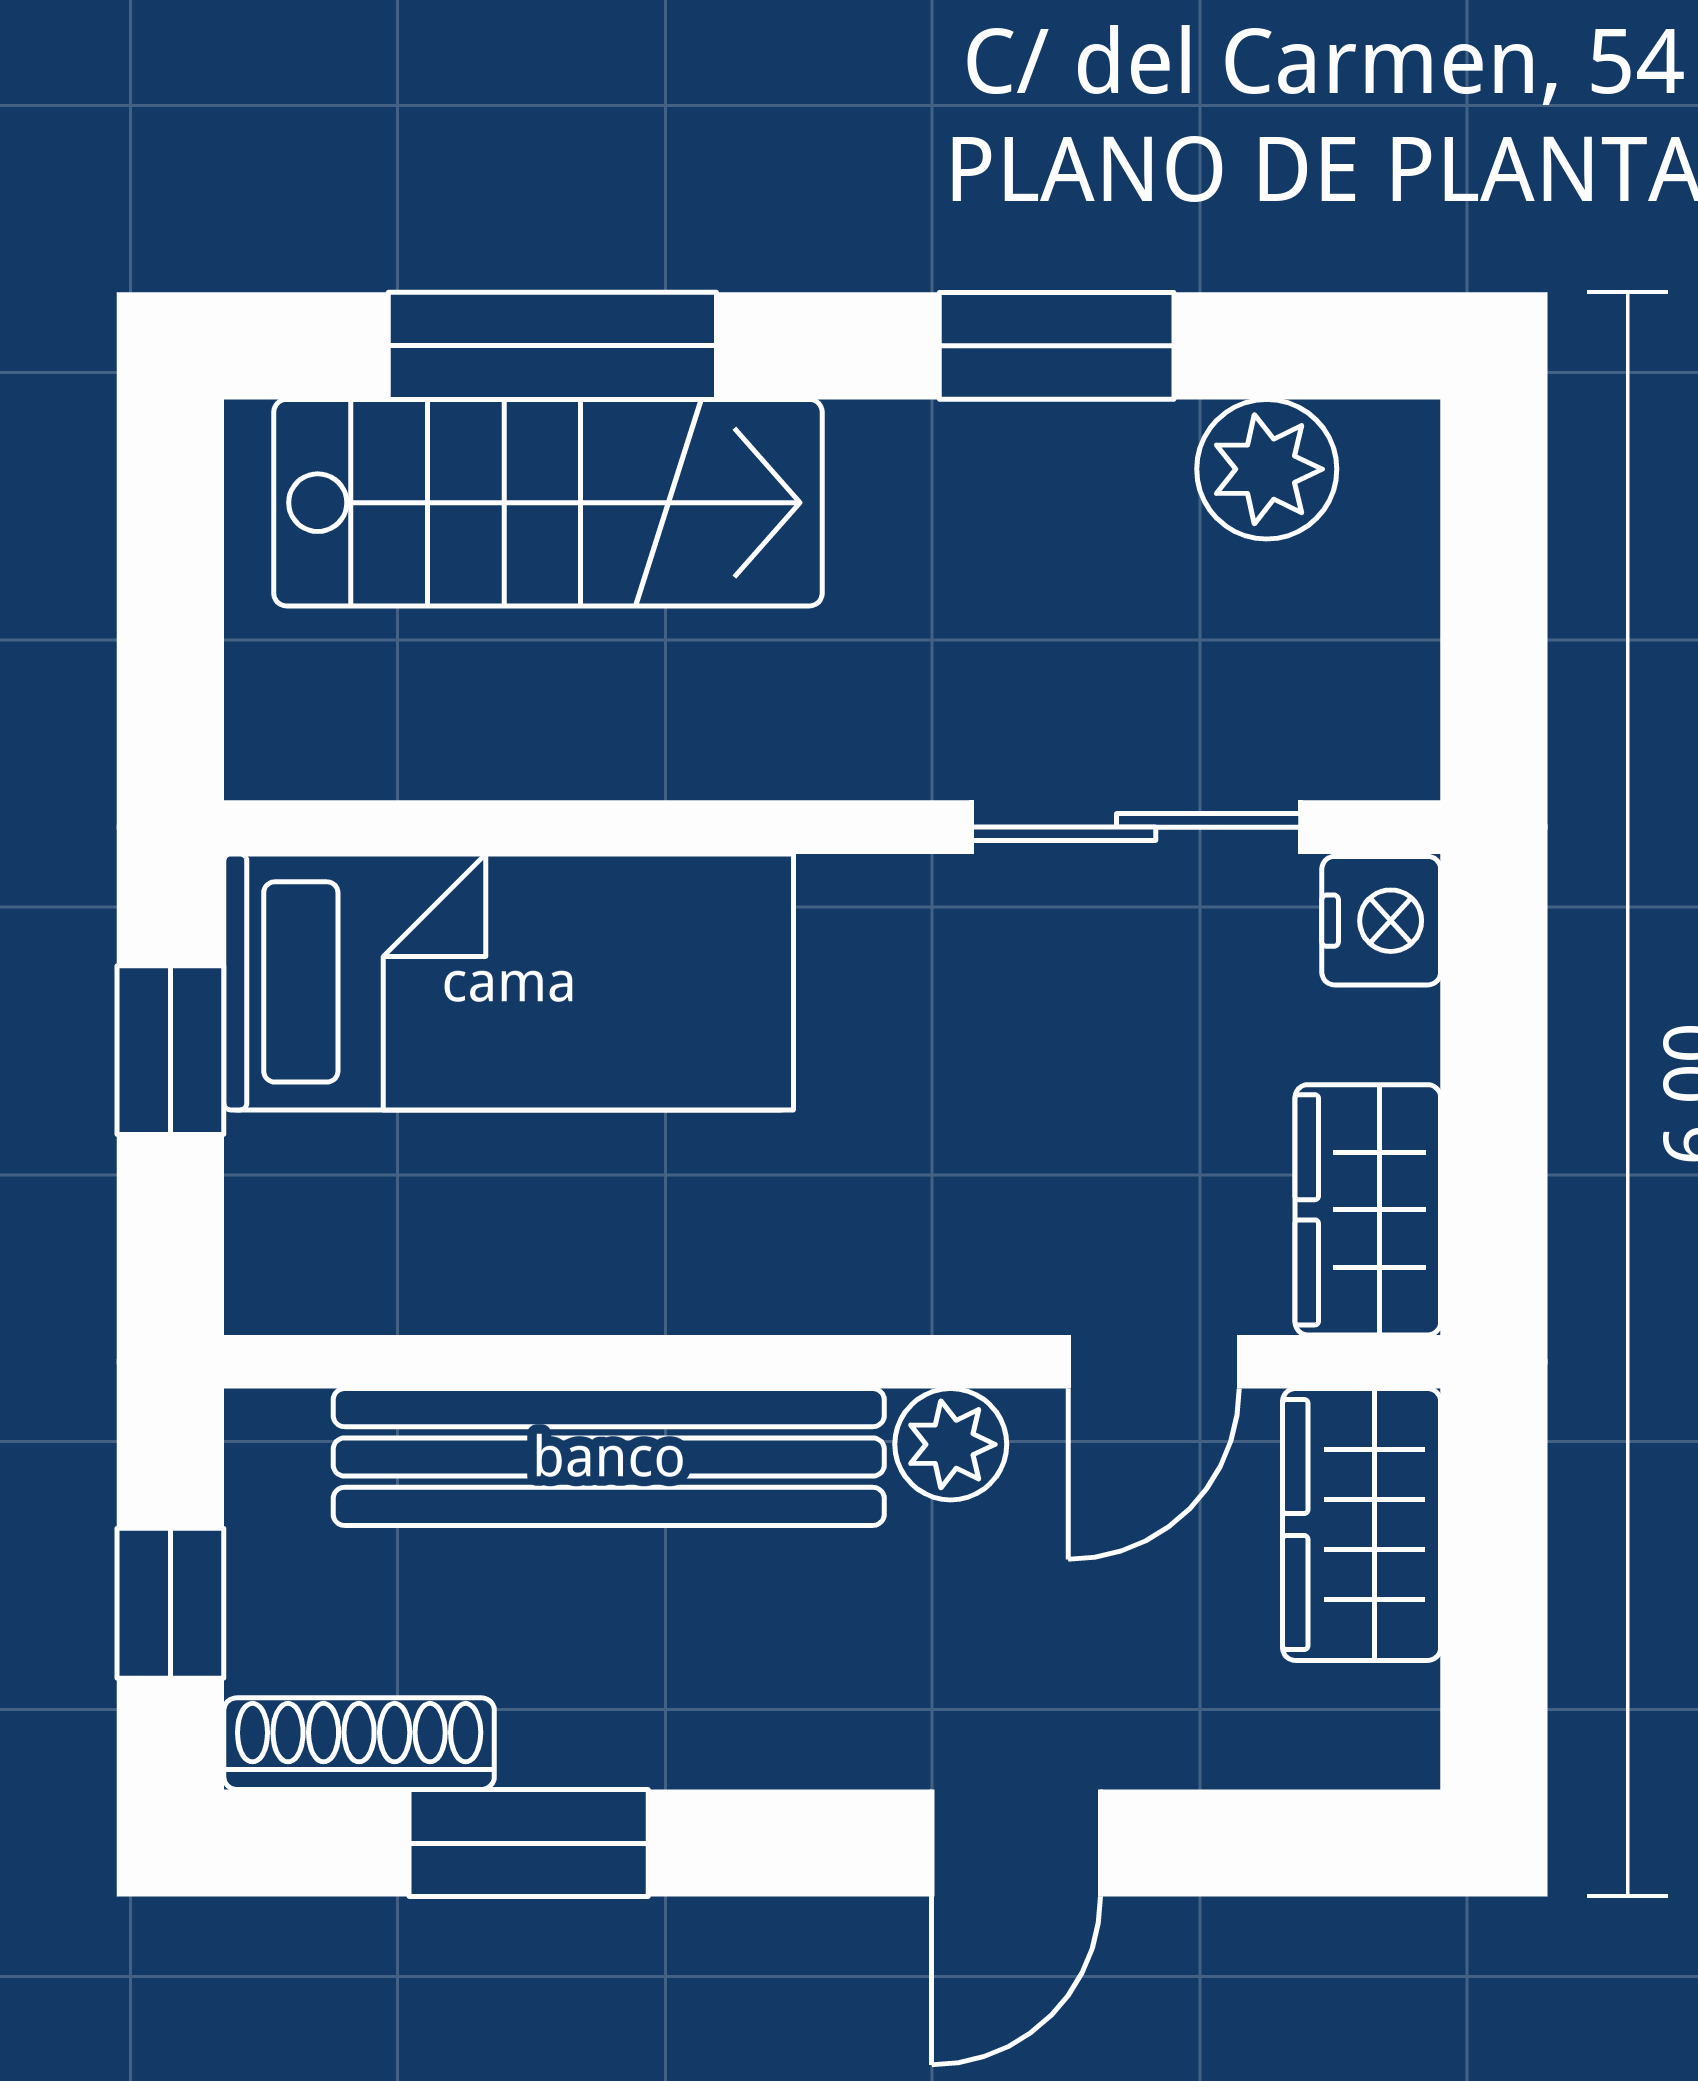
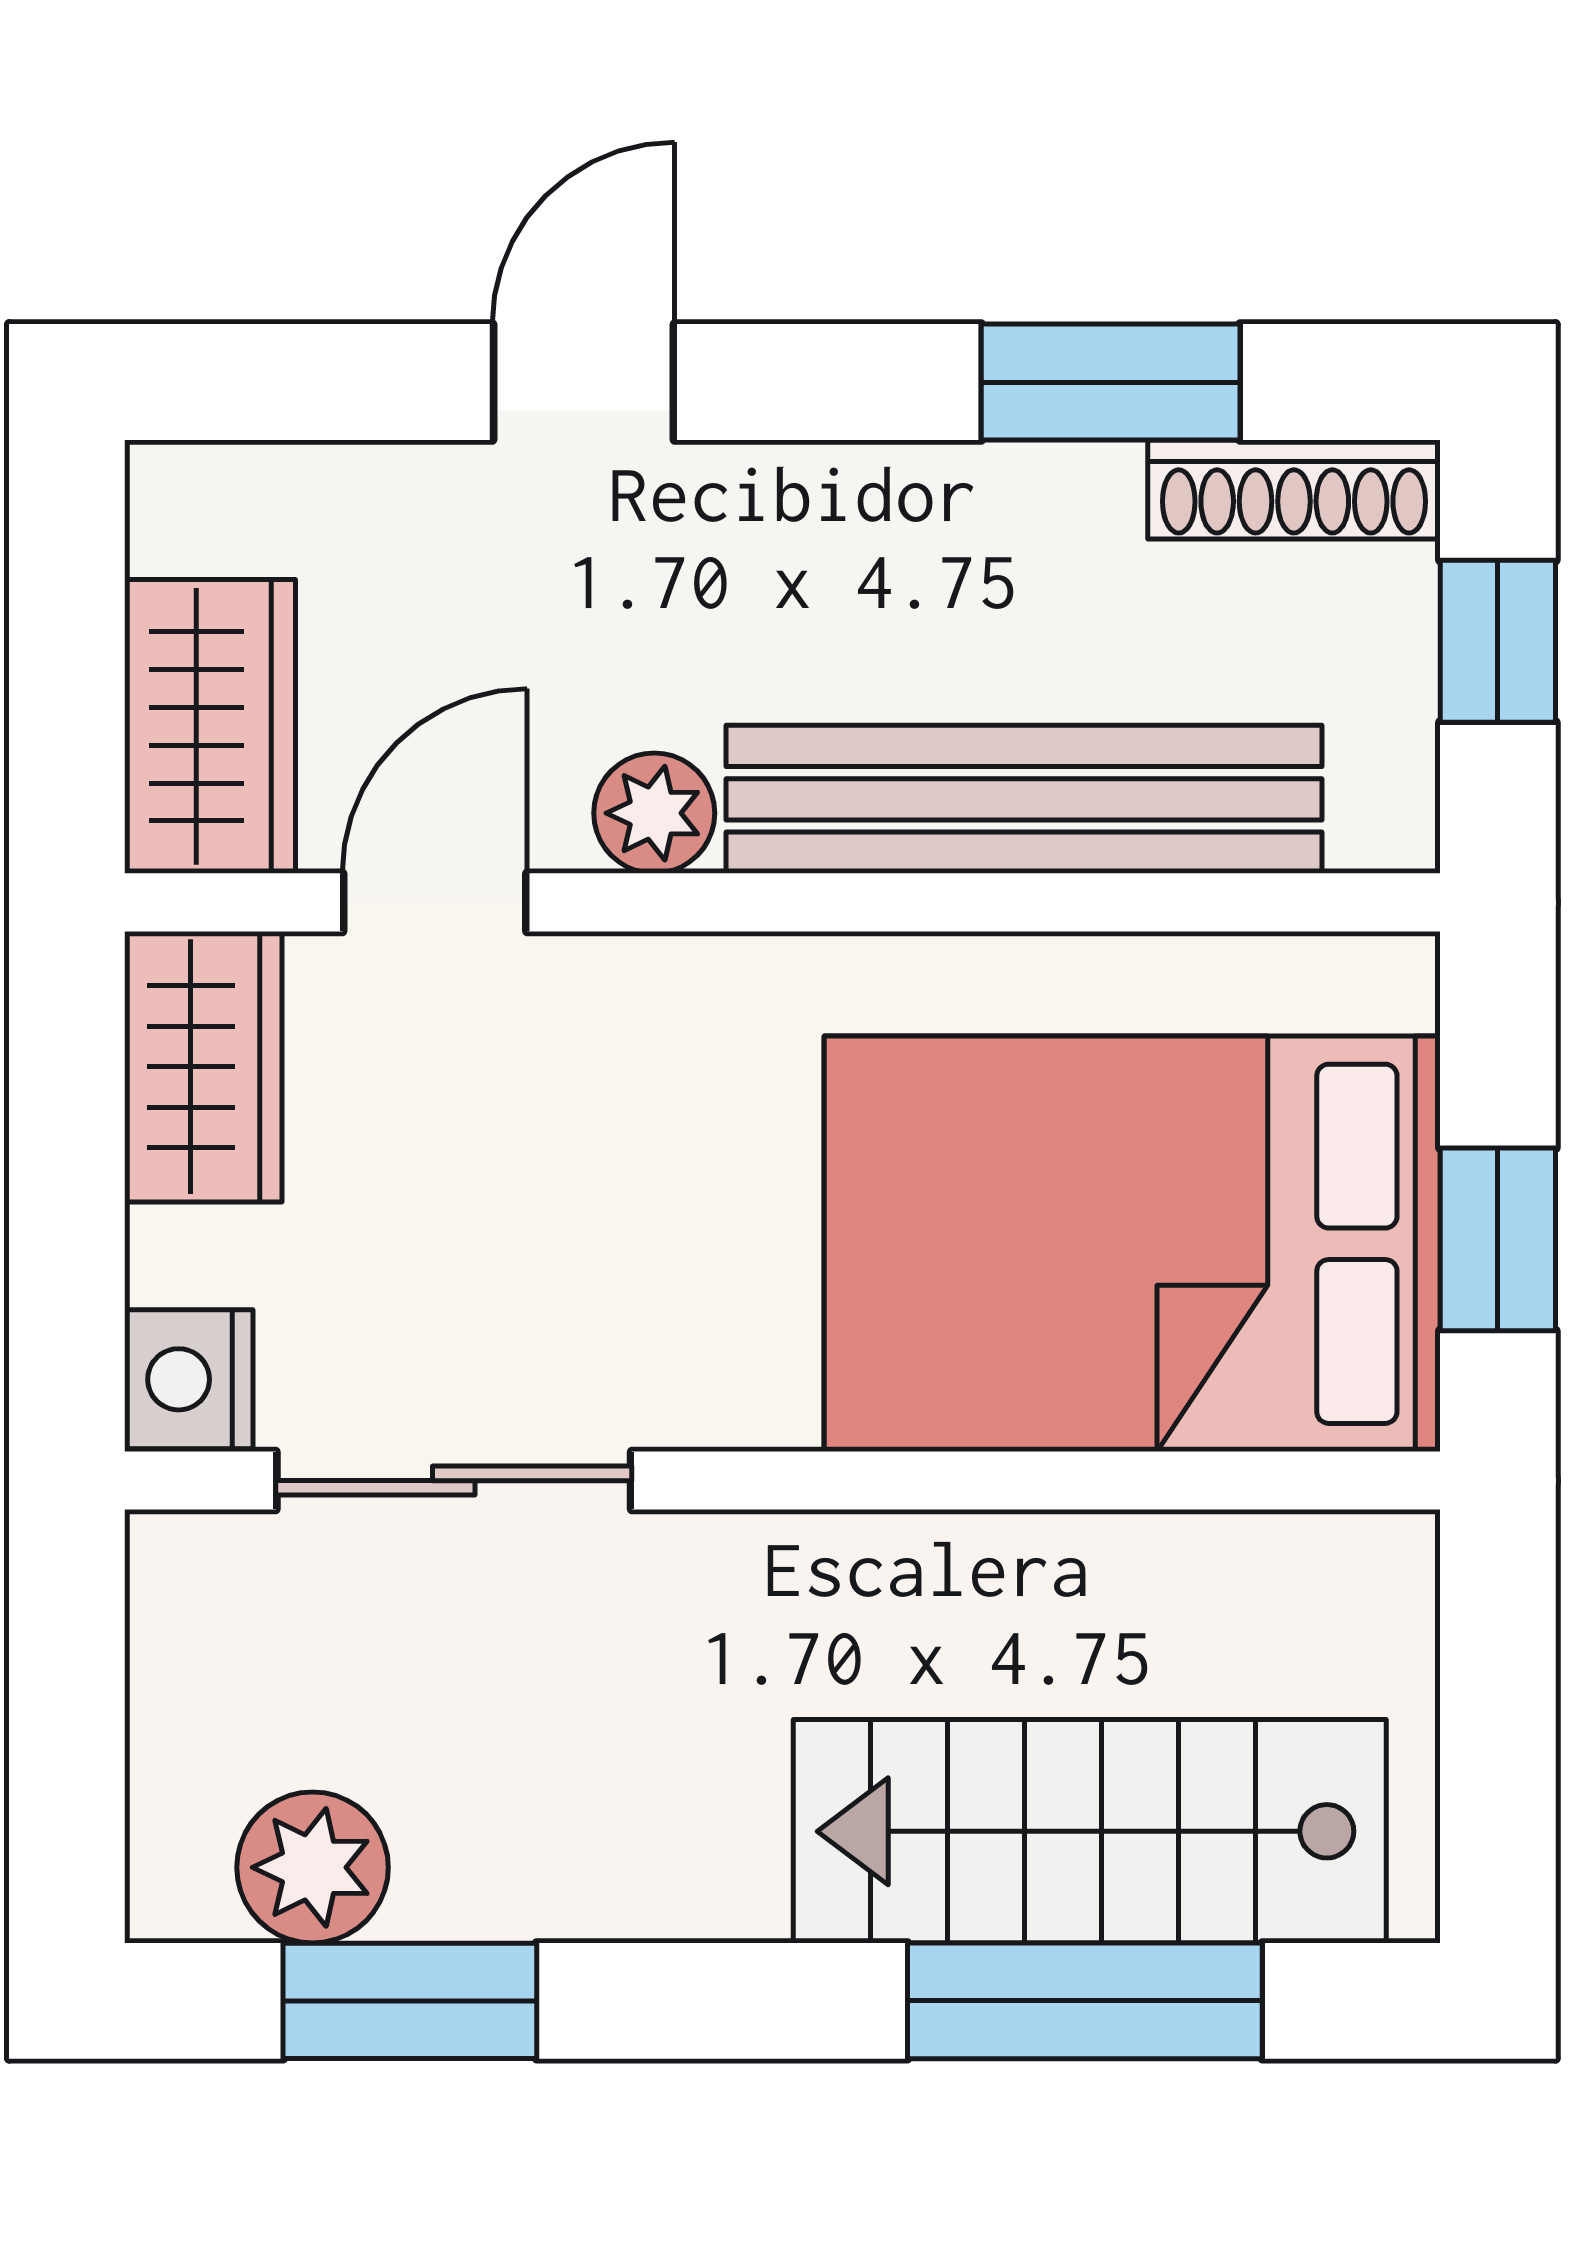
window: (1057, 346) -> (410, 2001), moved
bed: (509, 982) -> (1132, 1244), width x1.50

